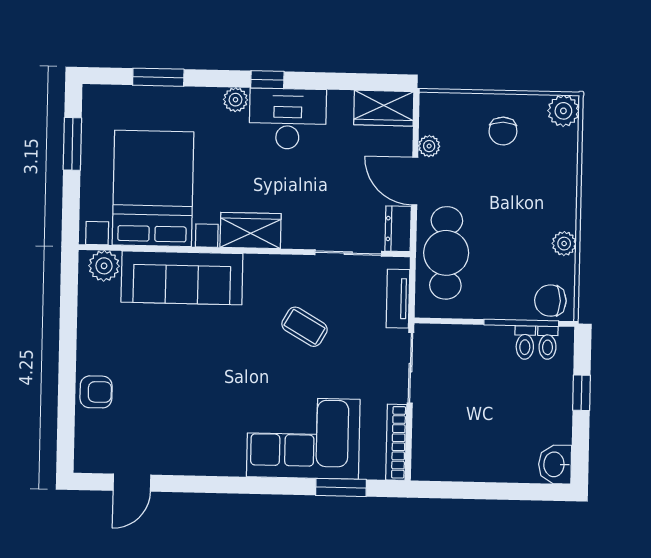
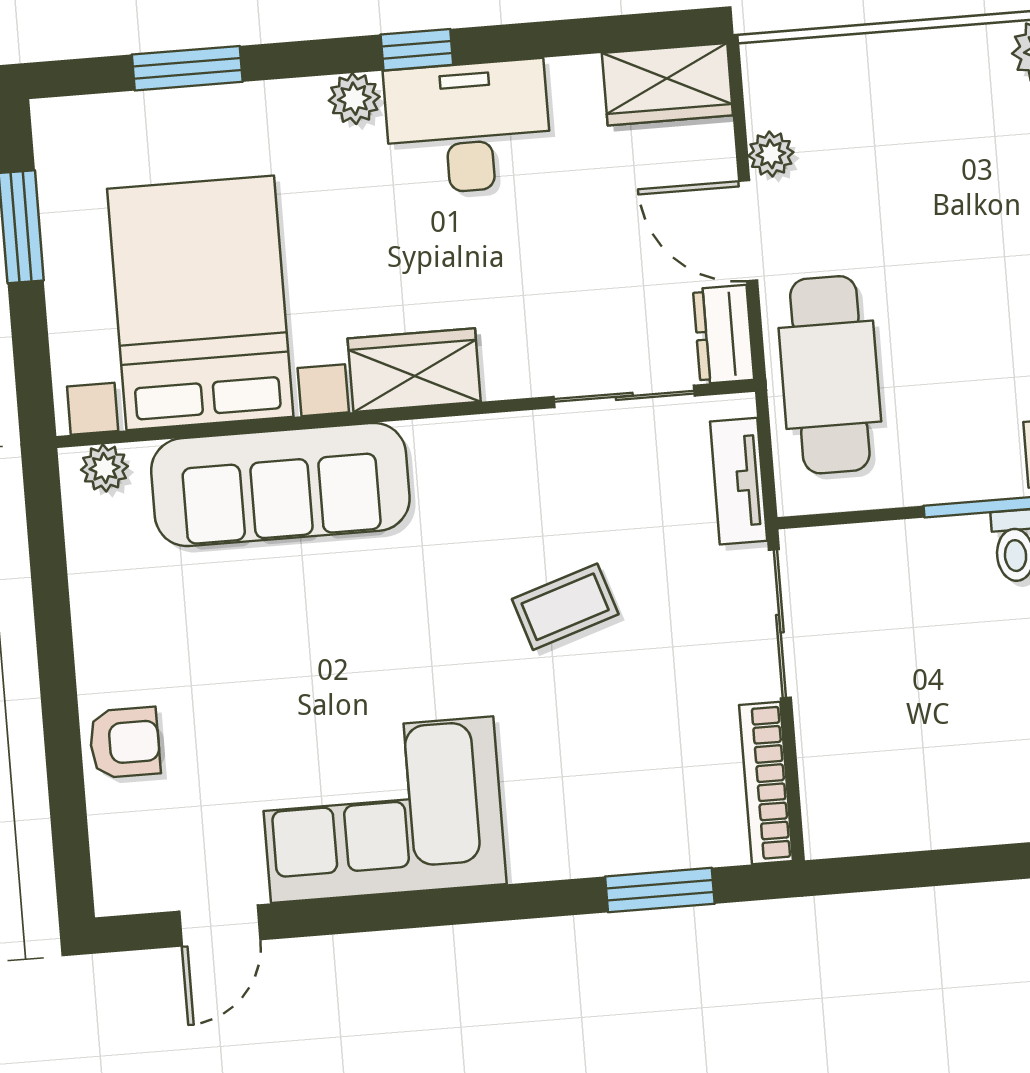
chair: (503, 131) -> (923, 106), removed
plant: (104, 266) -> (105, 468), width x0.73, depth x0.73
coffee table: (304, 327) -> (565, 607), moved, turned -48
corner sofa: (303, 438) -> (382, 810), moved

